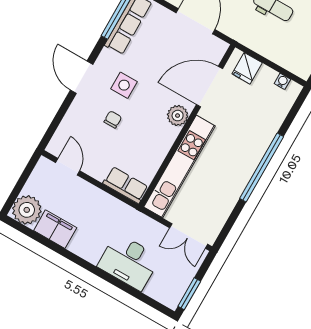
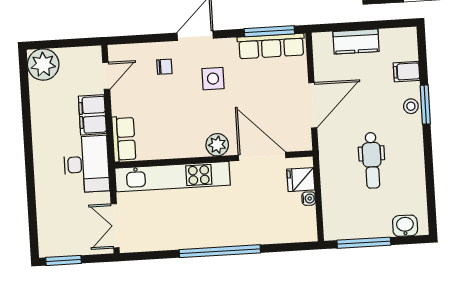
water cooler: (282, 81) -> (309, 199), moved
chair: (113, 119) -> (164, 67), moved
filing cabinet: (55, 229) -> (92, 115), moved, turned 180
desk: (129, 262) -> (86, 164), moved, turned 180

